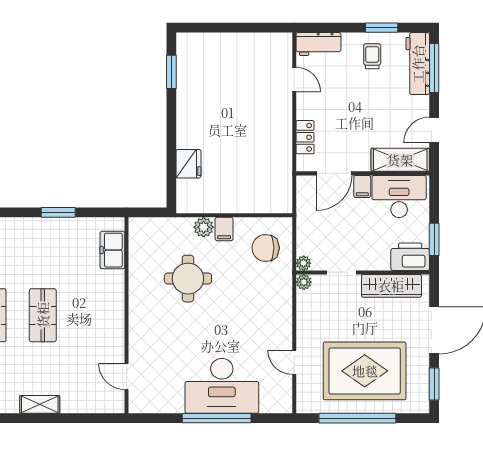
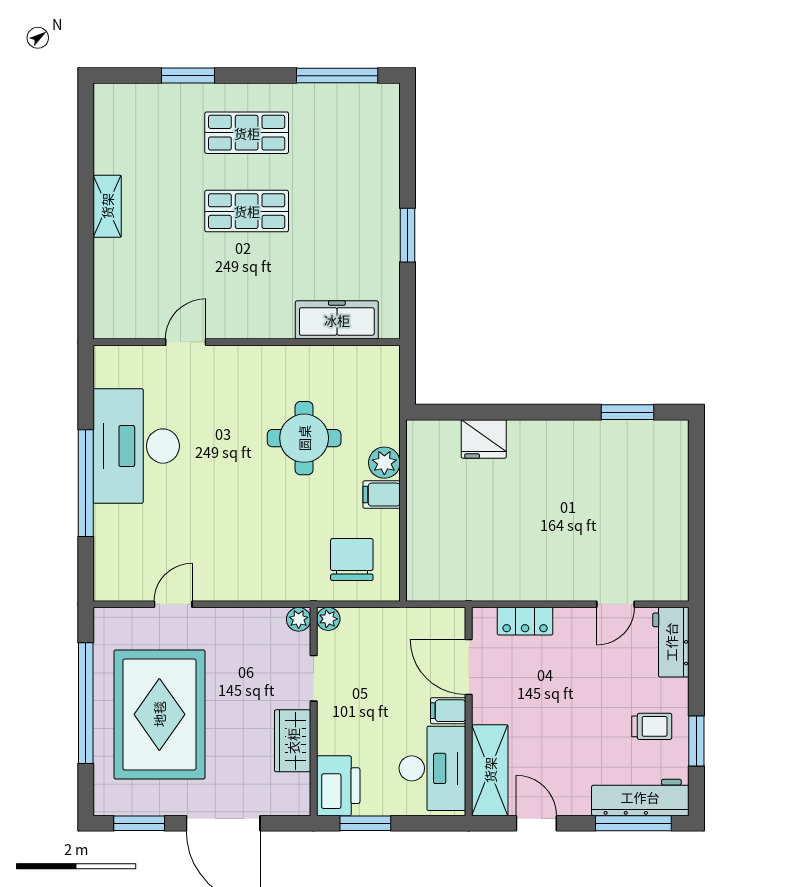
freezer: (112, 250) -> (337, 320), width x1.40
wardrobe: (391, 286) -> (293, 741), width x0.67
door: (127, 377) -> (186, 342), moved
desk: (222, 386) -> (136, 446), moved

